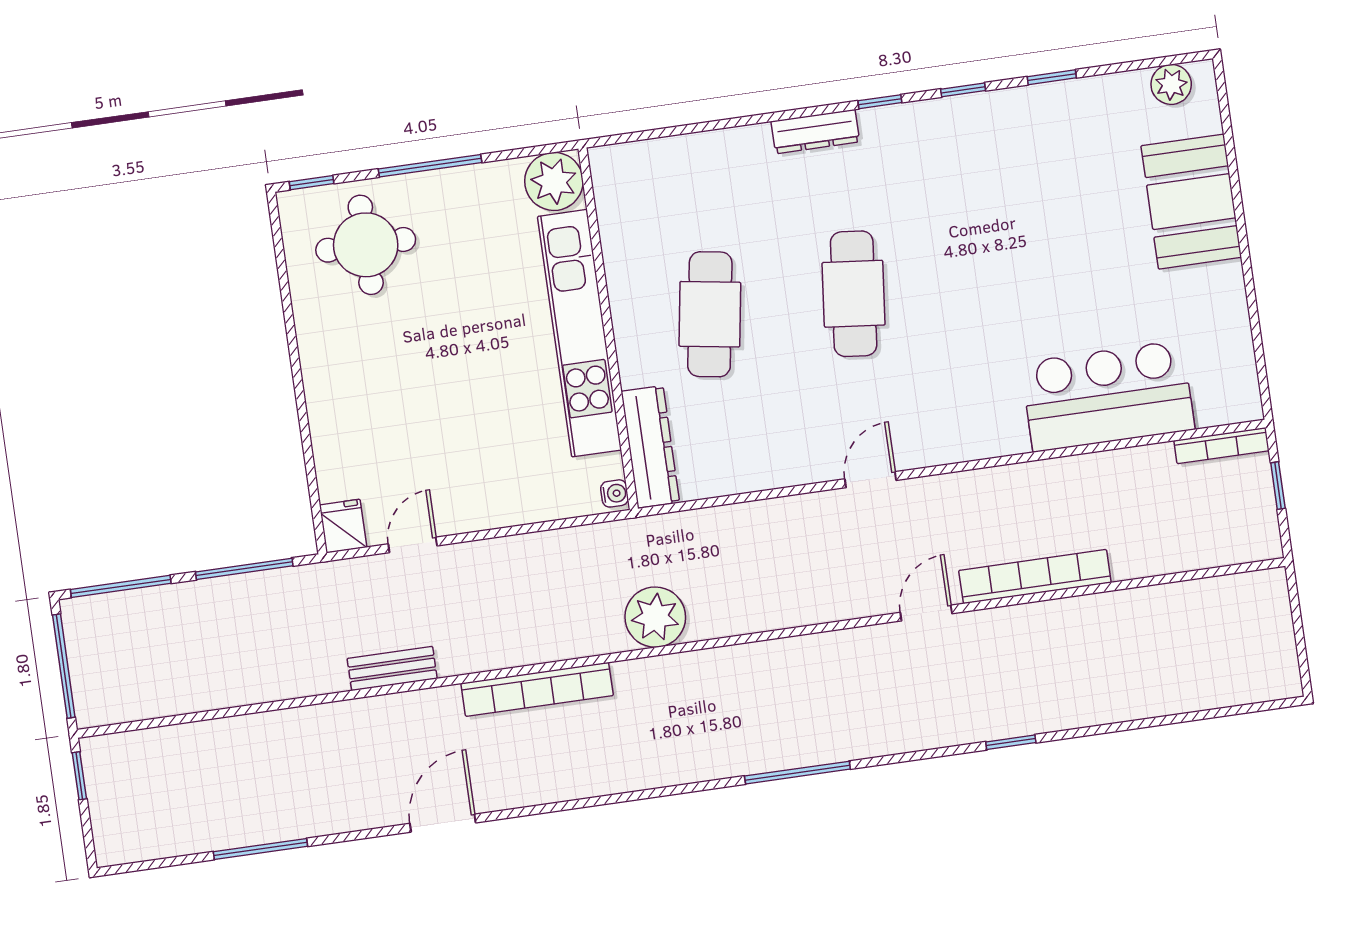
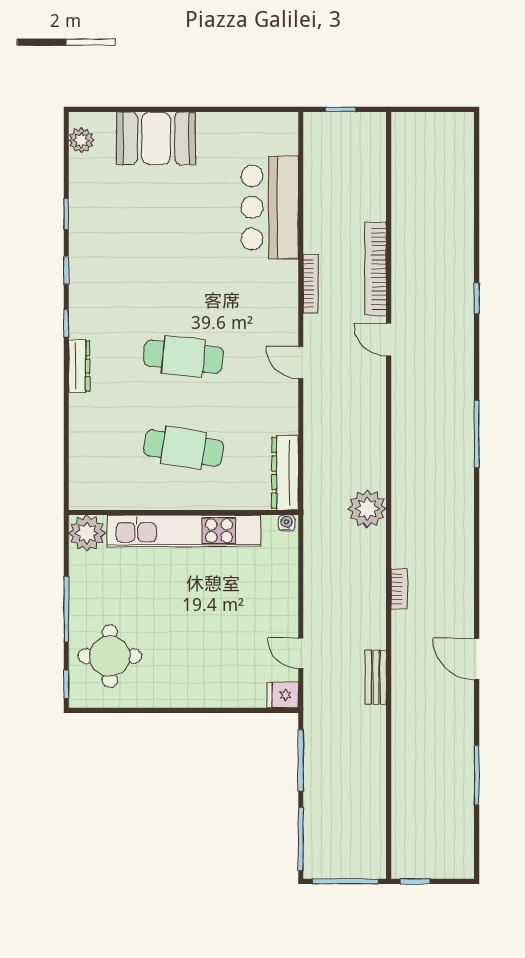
bookcase: (1221, 446) -> (311, 283), moved
dresser: (650, 447) -> (285, 473), moved, turned -90
bookcase: (537, 689) -> (399, 589), width x0.43, depth x0.76

